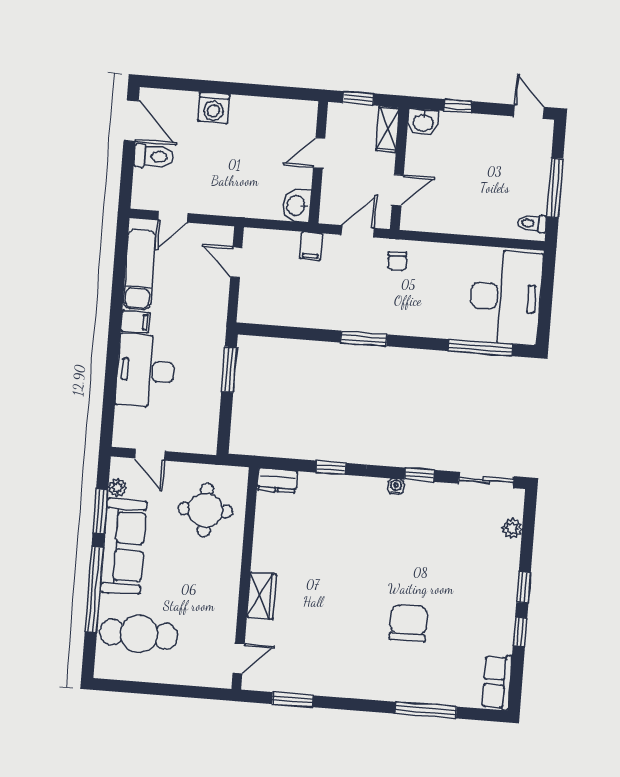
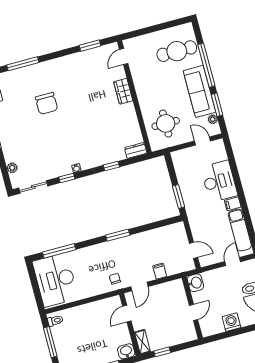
door: (319, 153) -> (193, 312), moved
wall: (318, 162) -> (192, 308), moved
washbasin: (297, 206) -> (195, 283), moved

